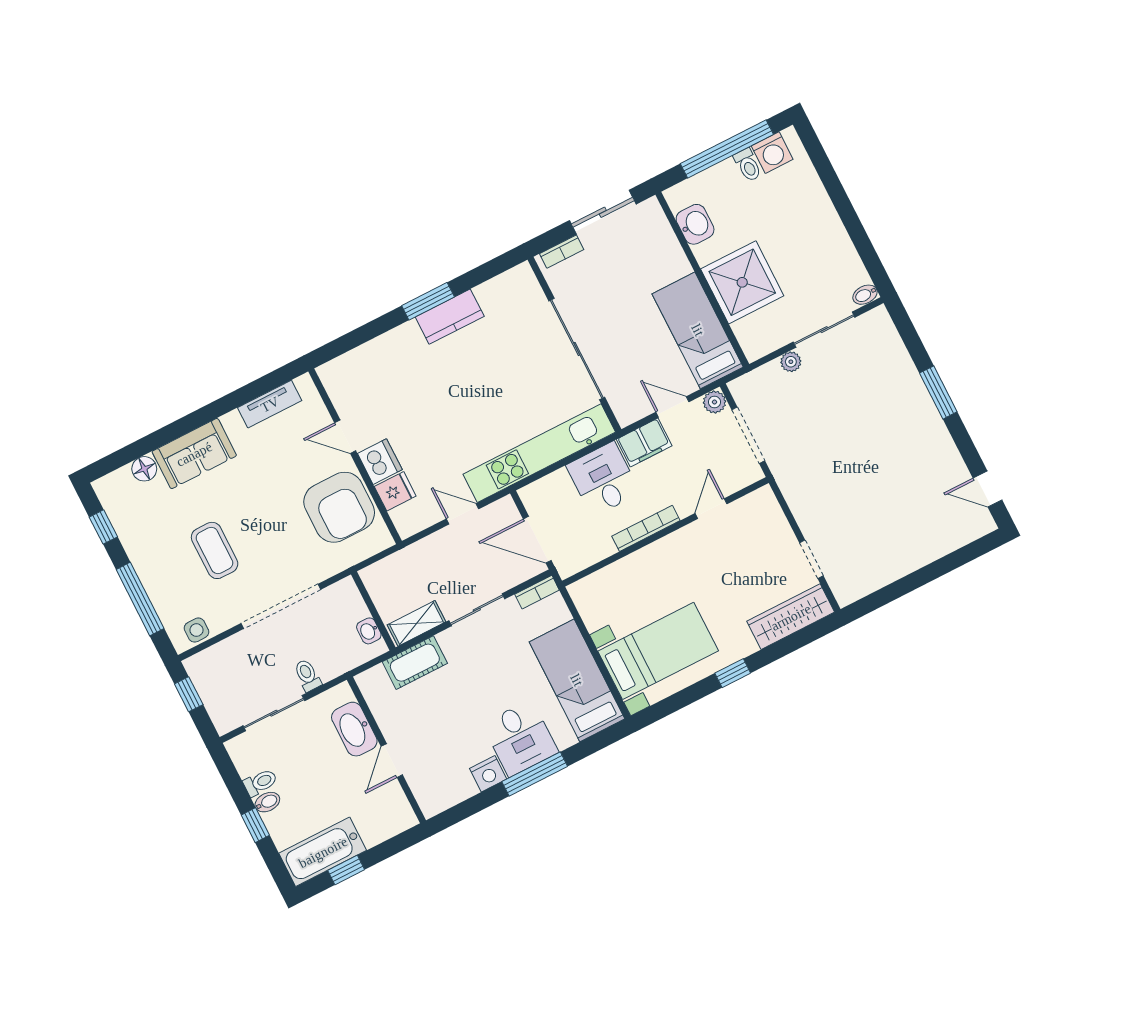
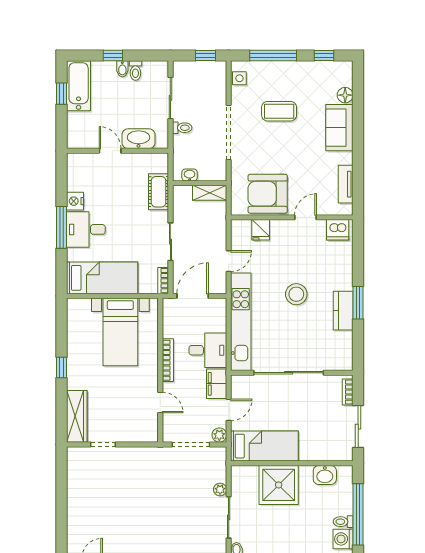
stool: (460, 395) -> (296, 294), added
dishwasher: (380, 462) -> (338, 230), moved
shelving: (416, 623) -> (210, 193), moved, turned 90
bed with nightstands: (658, 651) -> (120, 332), moved

